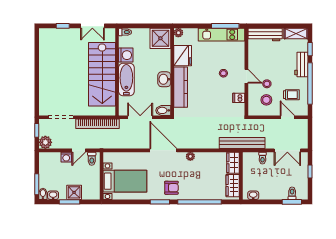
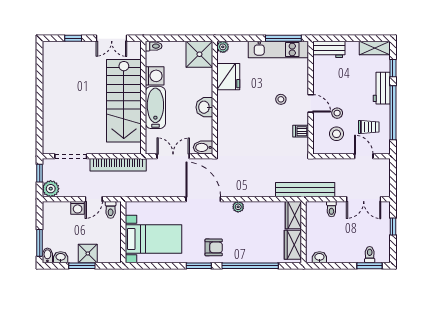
workbench: (265, 35) -> (329, 49), width x0.73
kitchen counter: (181, 87) -> (226, 117), removed

